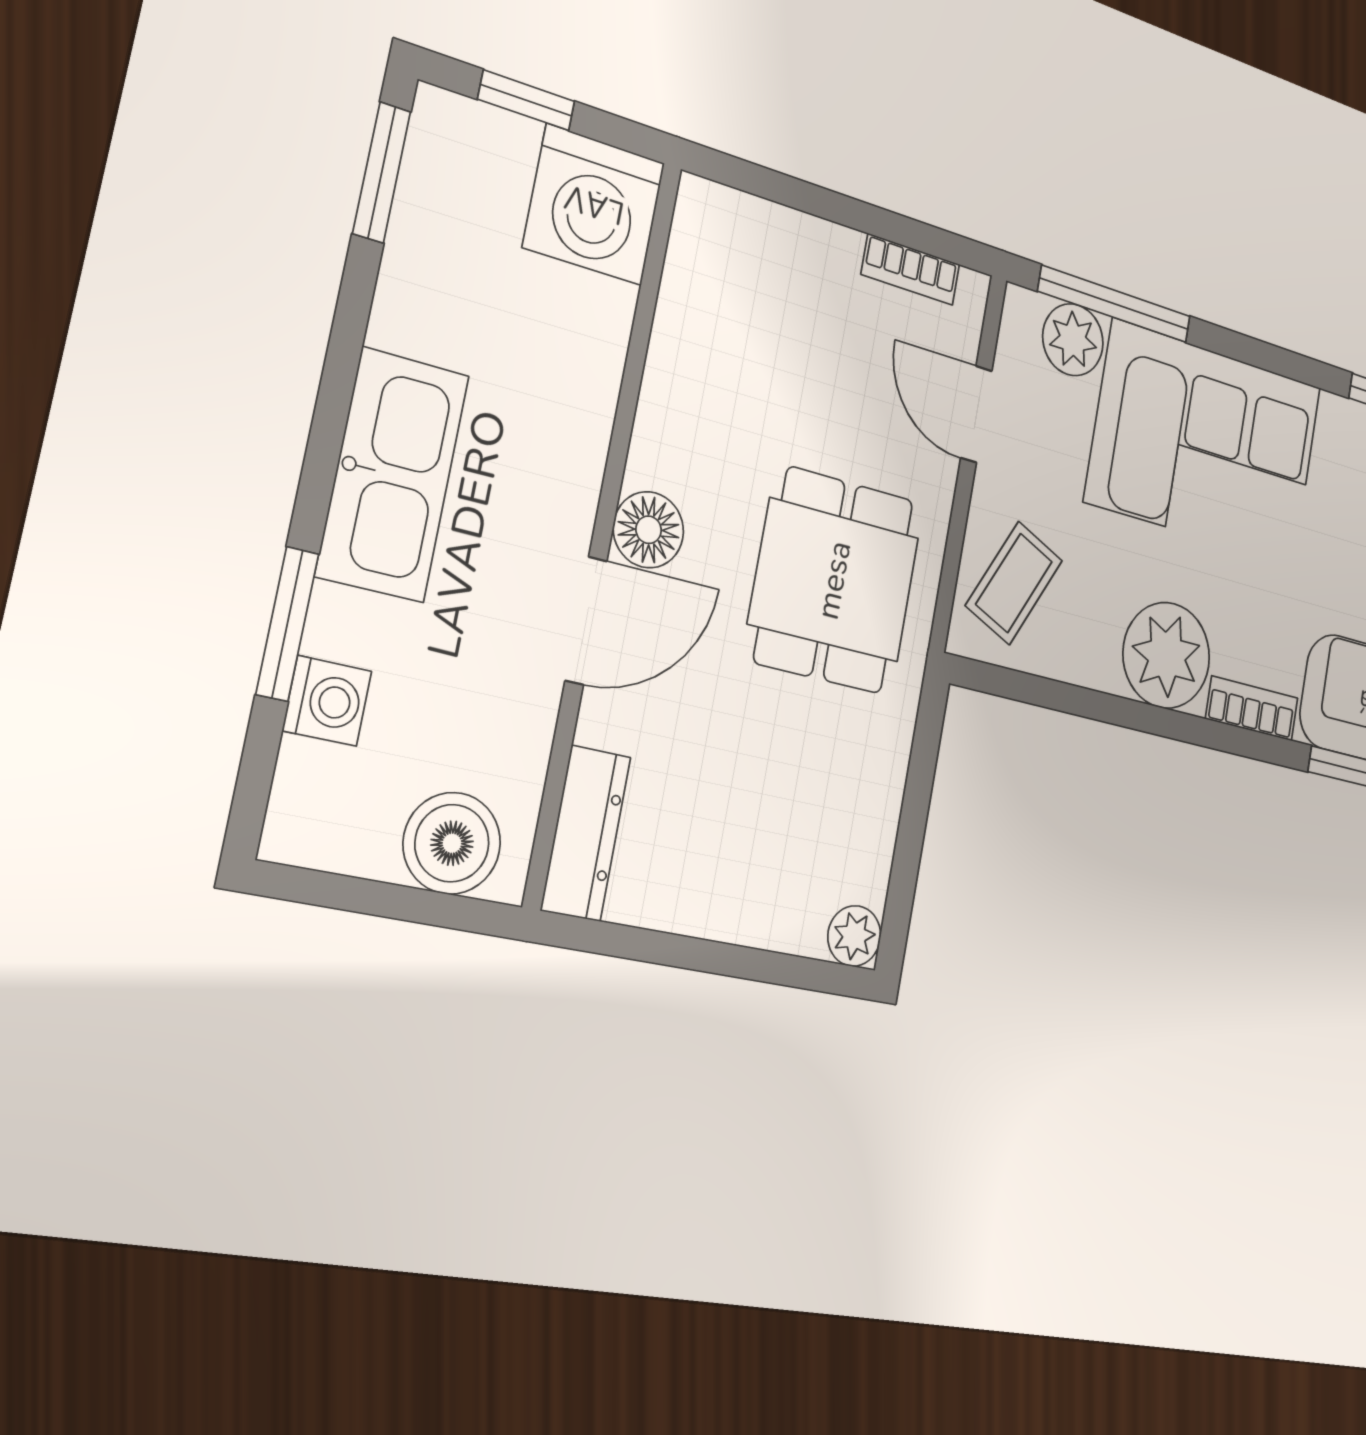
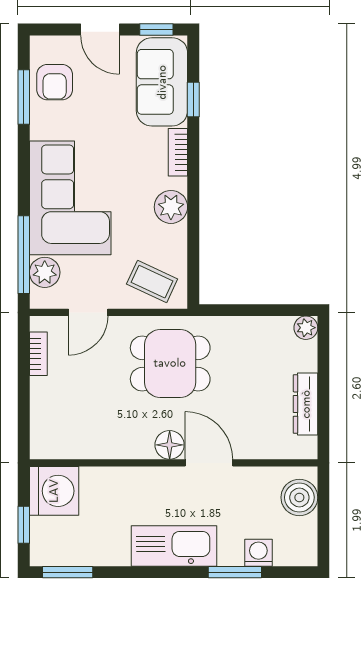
plant: (1166, 655) -> (171, 207), width x0.73, depth x0.73
dresser: (586, 833) -> (306, 404), moved, turned -90

